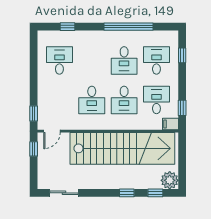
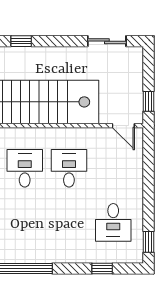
desk: (124, 60) -> (25, 222), removed
window: (34, 113) -> (148, 242), moved
door: (52, 131) -> (123, 126), swing flipped

